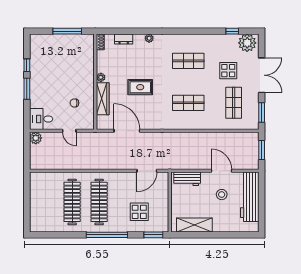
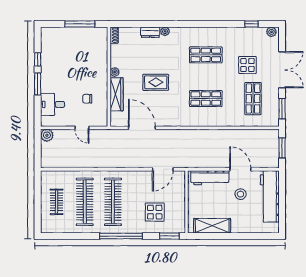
dresser: (124, 39) -> (150, 32), moved
plant: (247, 43) -> (271, 32), width x0.53, depth x0.53
desk: (41, 119) -> (53, 104), moved
workbench: (187, 179) -> (210, 178), width x1.38
clothes rail: (45, 202) -> (57, 202), added

